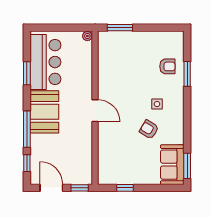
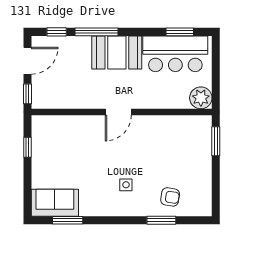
plant: (87, 36) -> (201, 98), width x1.88, depth x1.88
armchair: (167, 66) -> (170, 197), turned -81
window: (27, 73) -> (180, 32), moved
armchair: (149, 129) -> (96, 175), removed
window: (187, 166) -> (68, 220), moved

